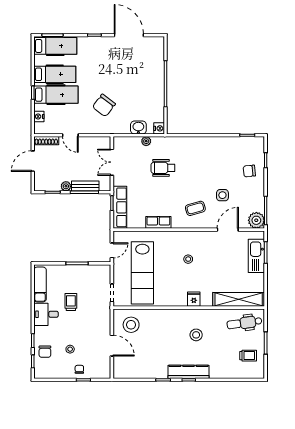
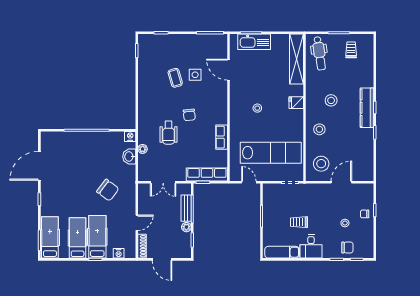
chair: (249, 171) -> (189, 115), moved
coffee table: (195, 208) -> (175, 78), moved
plant: (256, 220) -> (220, 42), removed
stool: (166, 323) -> (319, 129), added

